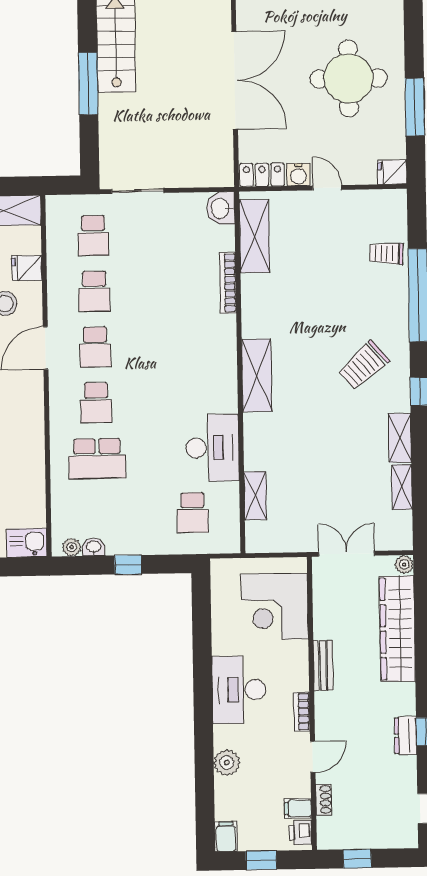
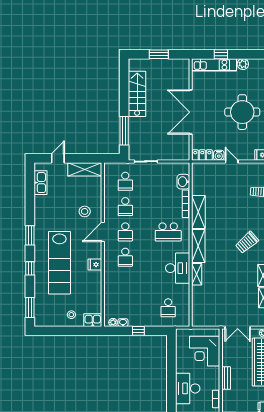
double door: (235, 80) -> (191, 112), swing flipped
window: (88, 83) -> (124, 131), moved
washbasin: (221, 208) -> (183, 182), moved
shelving: (254, 236) -> (198, 212), moved
fridge: (27, 268) -> (95, 265), moved
desk: (212, 448) -> (178, 268), moved
school desk: (97, 459) -> (168, 232), moved
shelving: (255, 496) -> (197, 274), moved
double door: (346, 554) -> (238, 328), swing flipped

